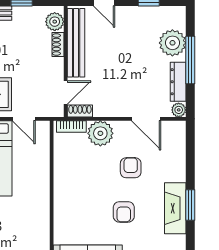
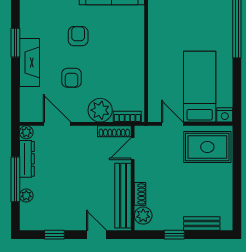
plant: (172, 43) -> (26, 195), width x0.53, depth x0.53
shoe rack: (80, 111) -> (114, 131), width x1.43
fireplace: (175, 208) -> (29, 62), moved

